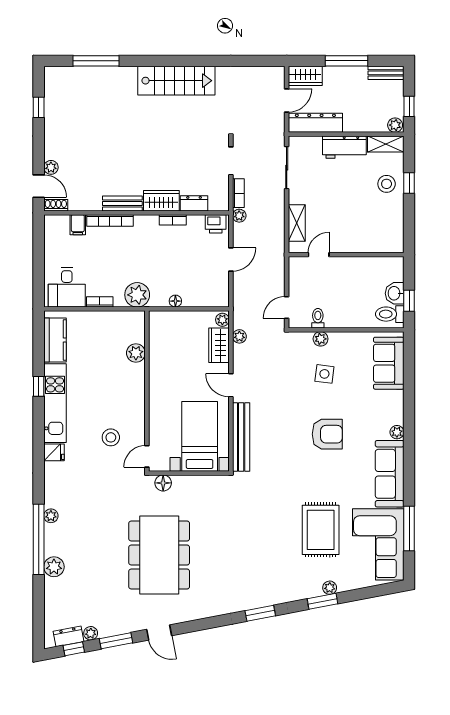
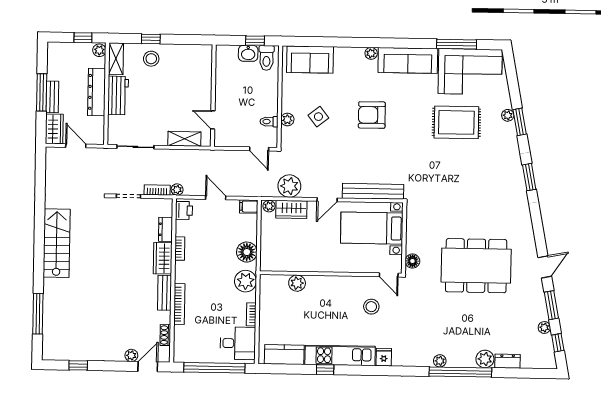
bench: (386, 73) -> (52, 97), moved
dresser: (315, 123) -> (97, 92), moved
shoe rack: (56, 205) -> (165, 335), moved
filing cabinet: (78, 225) -> (249, 207), moved, turned 180
window: (39, 261) -> (214, 368), added
floor lamp: (175, 301) -> (247, 252), width x1.89, depth x1.89
plant: (239, 336) -> (289, 186), width x1.88, depth x1.88
side table: (324, 374) -> (318, 117), turned 45
armchair: (327, 434) -> (372, 115), turned -90
dresser: (69, 636) -> (508, 361), moved, turned 101

